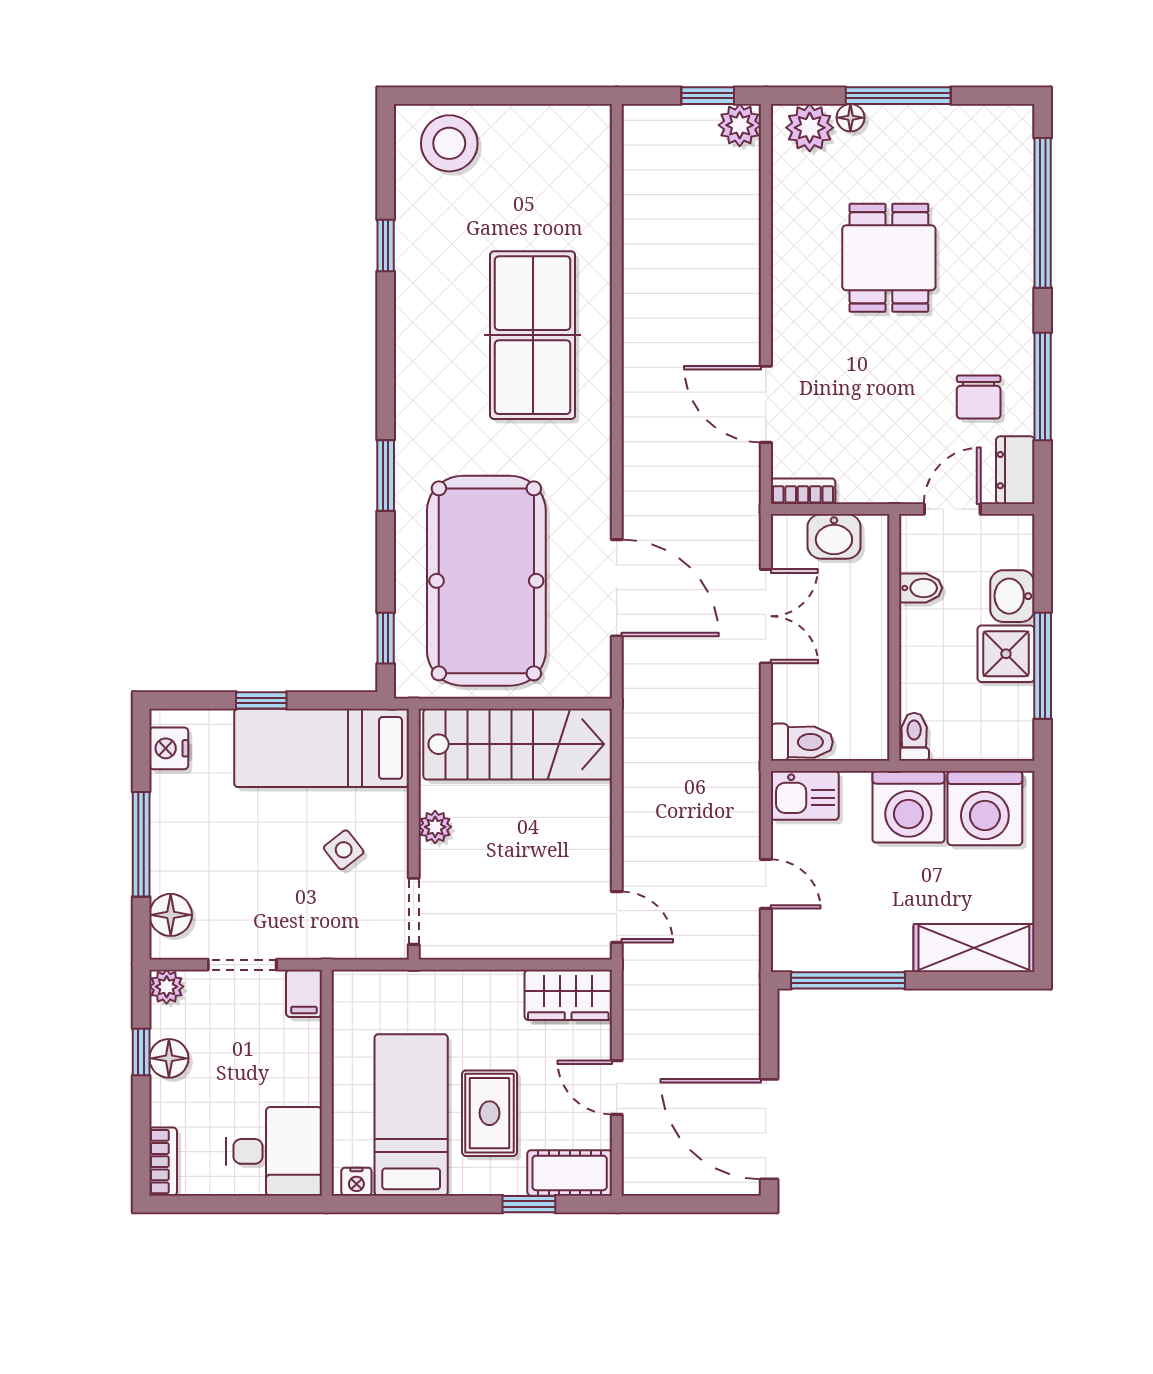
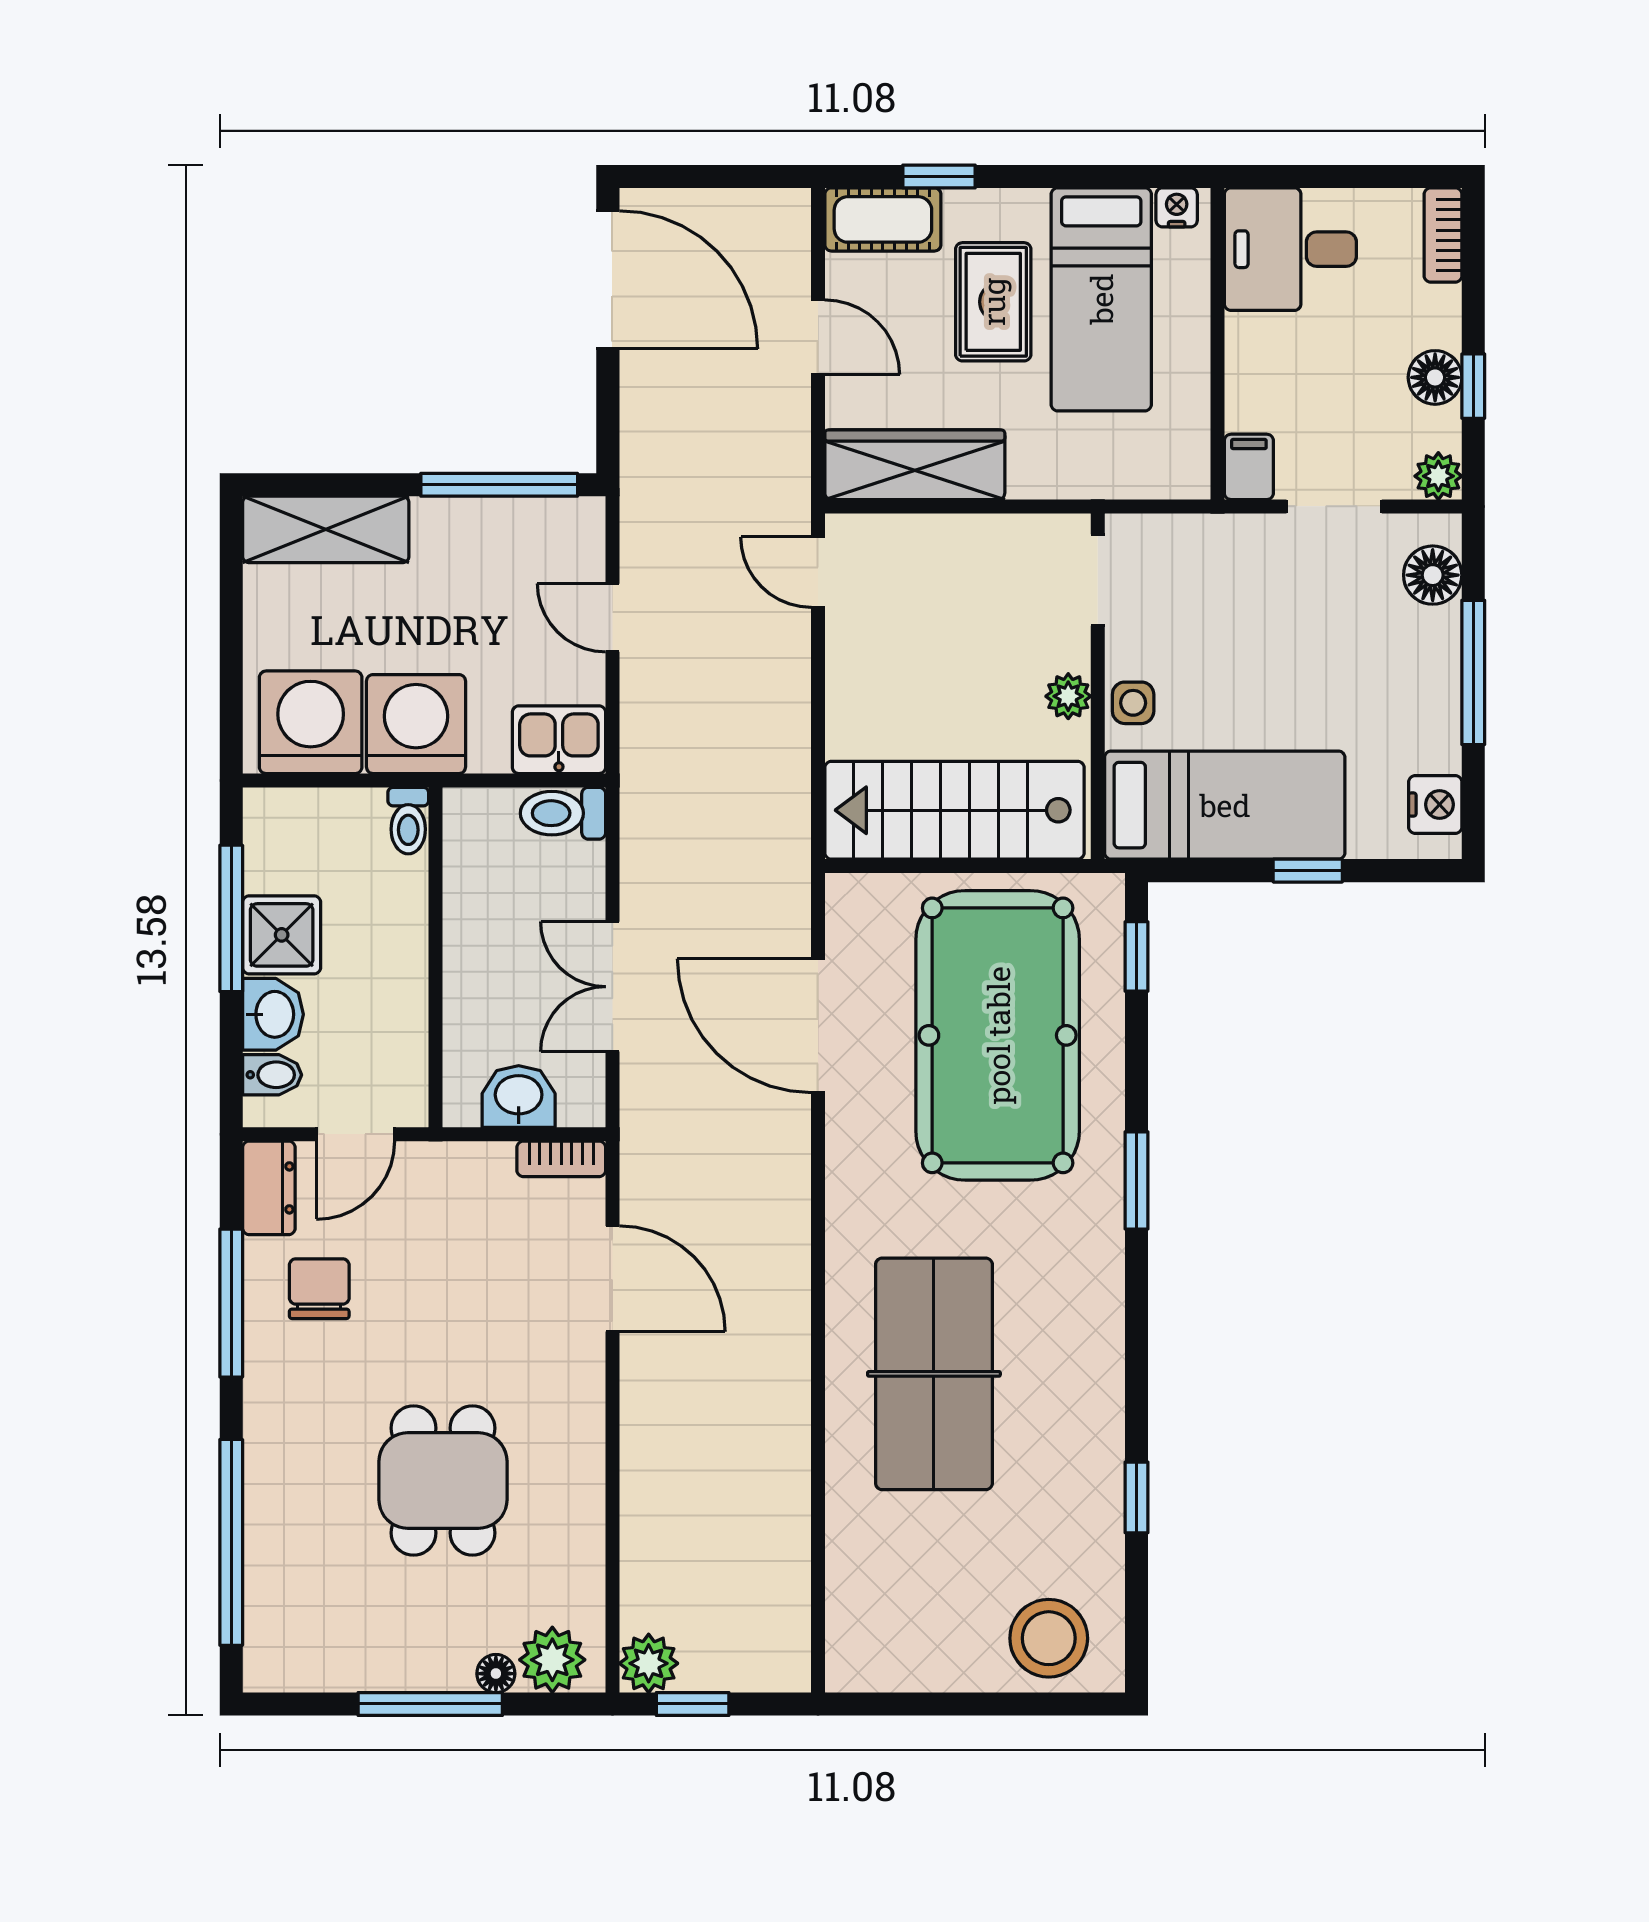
bidet: (921, 588) -> (272, 1075), moved, turned 180
side table: (344, 850) -> (1133, 703), moved, turned 38
wardrobe: (568, 995) -> (915, 465), width x1.50

